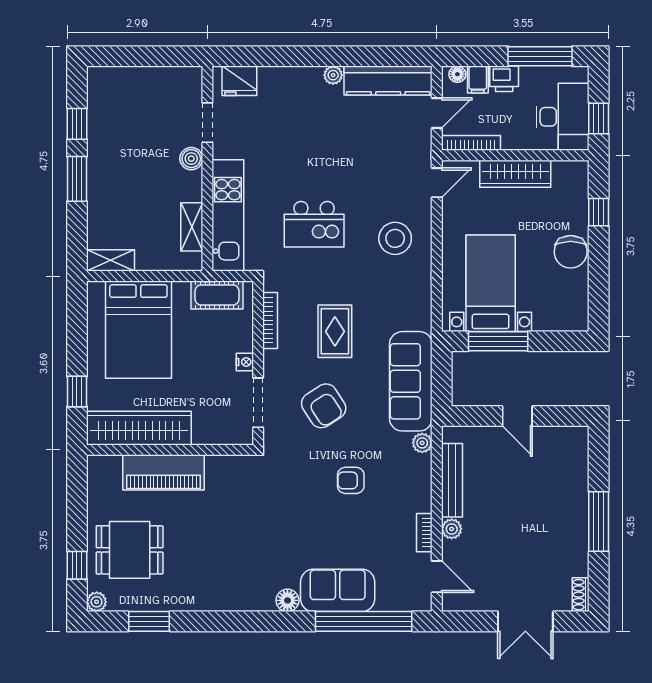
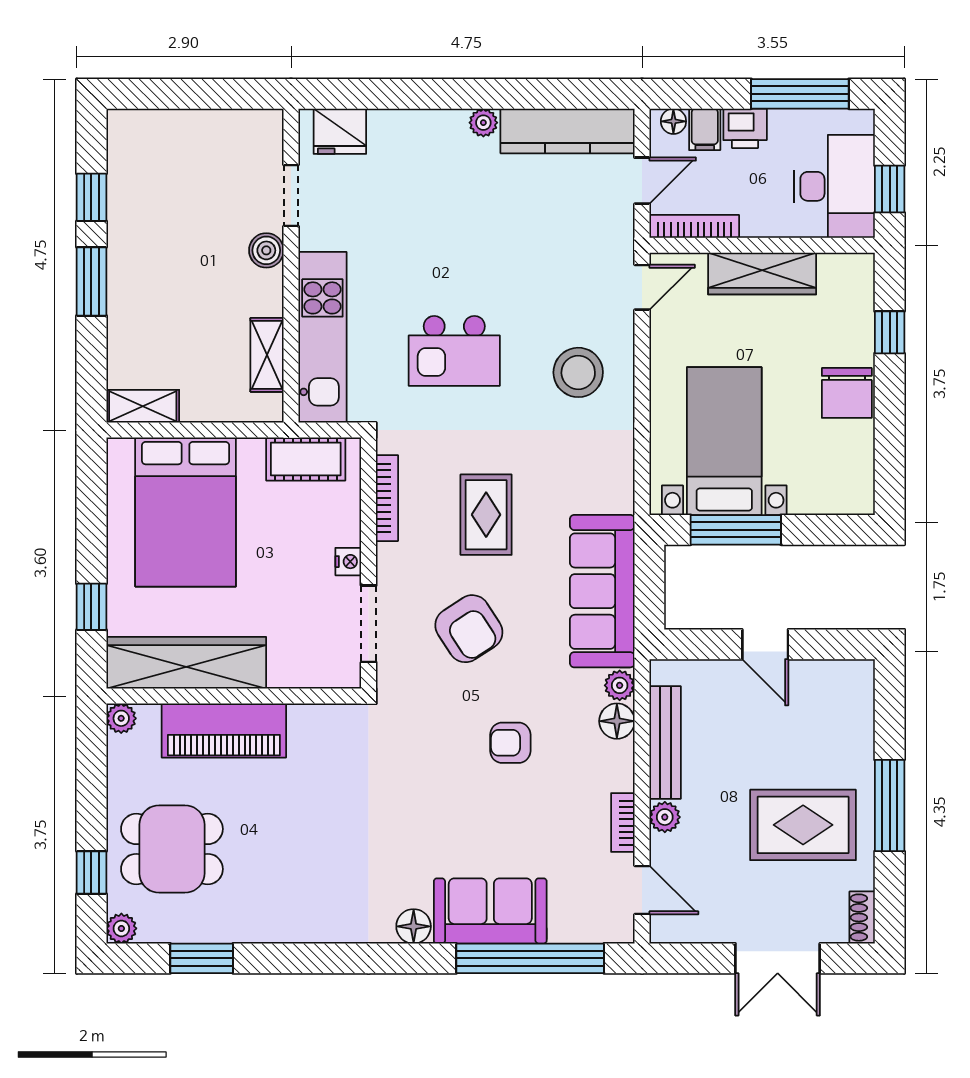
plant: (96, 464) -> (121, 718), added
floor lamp: (420, 466) -> (617, 721), added
rug: (542, 534) -> (803, 825), added

